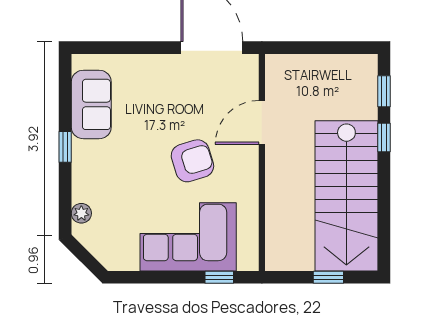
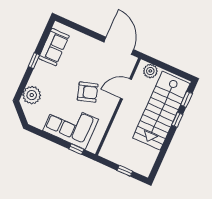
plant: (292, 68) -> (150, 71), added
stairs: (346, 196) -> (161, 111), moved
plant: (81, 213) -> (32, 95), width x1.87, depth x1.87

